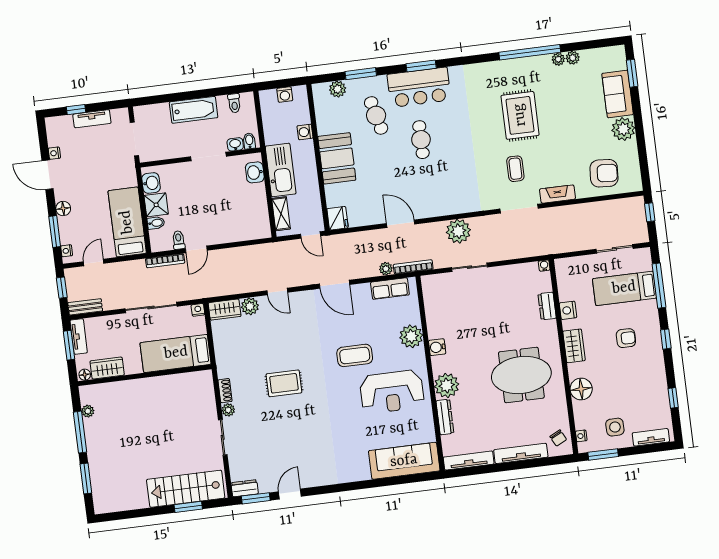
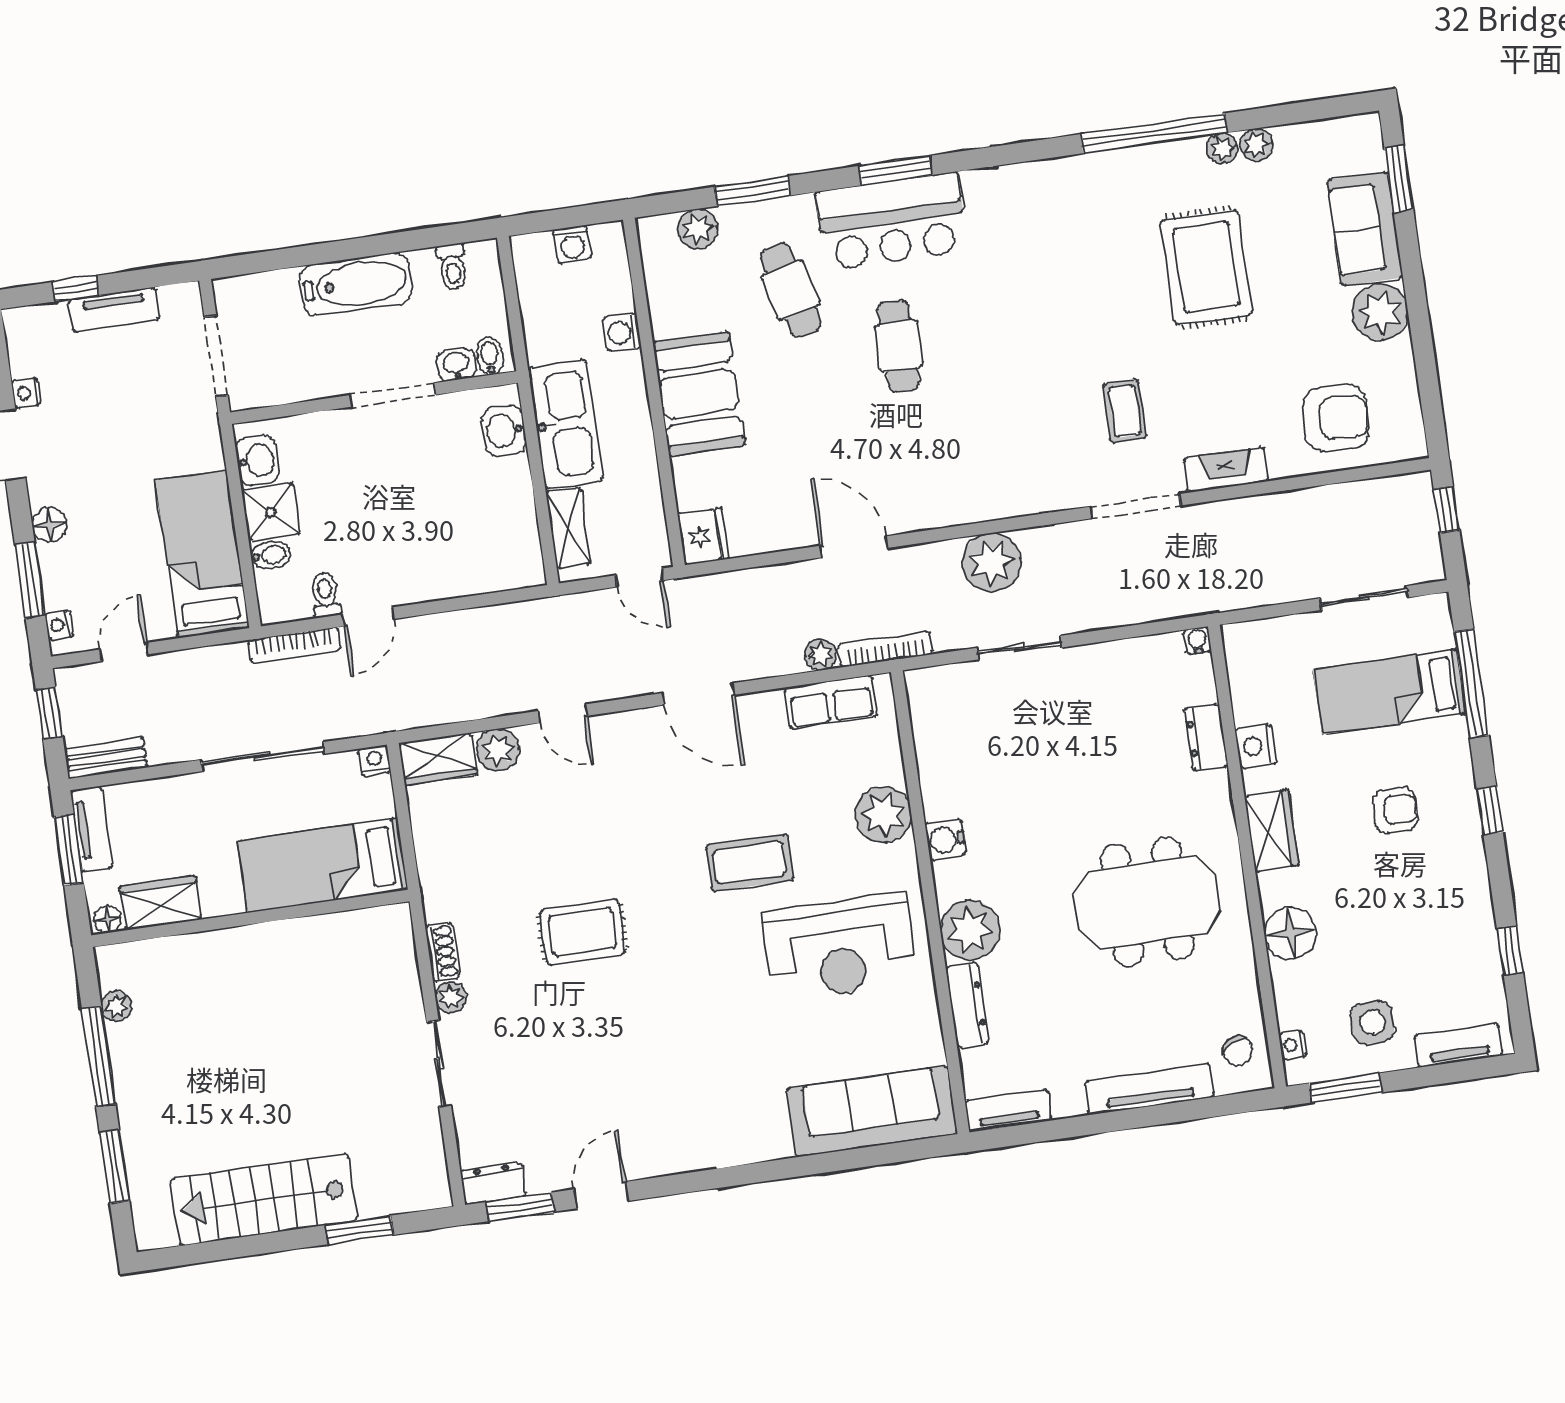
rug: (520, 115) -> (1206, 267), moved
tv unit: (469, 461) -> (1008, 1110), width x0.71
stairs: (186, 489) -> (264, 1200), moved

